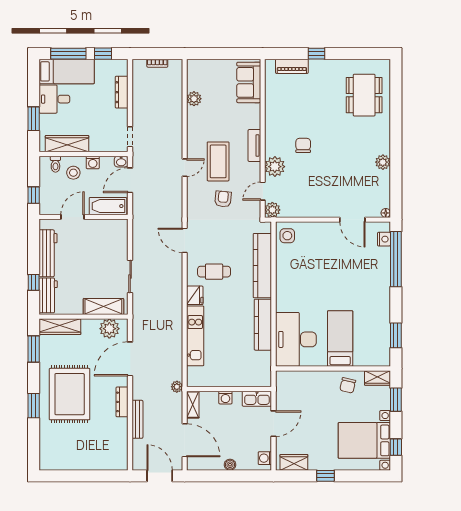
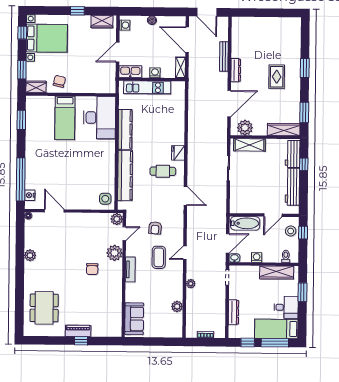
piano: (292, 66) -> (78, 331), moved
coffee table: (218, 161) -> (159, 257), width x0.73, depth x0.76
stool: (73, 173) -> (291, 231), moved
kitchen unit: (195, 336) -> (147, 88), moved, turned -90
plant: (177, 387) -> (191, 284), moved
rug: (70, 394) -> (277, 77), width x0.54, depth x0.49

